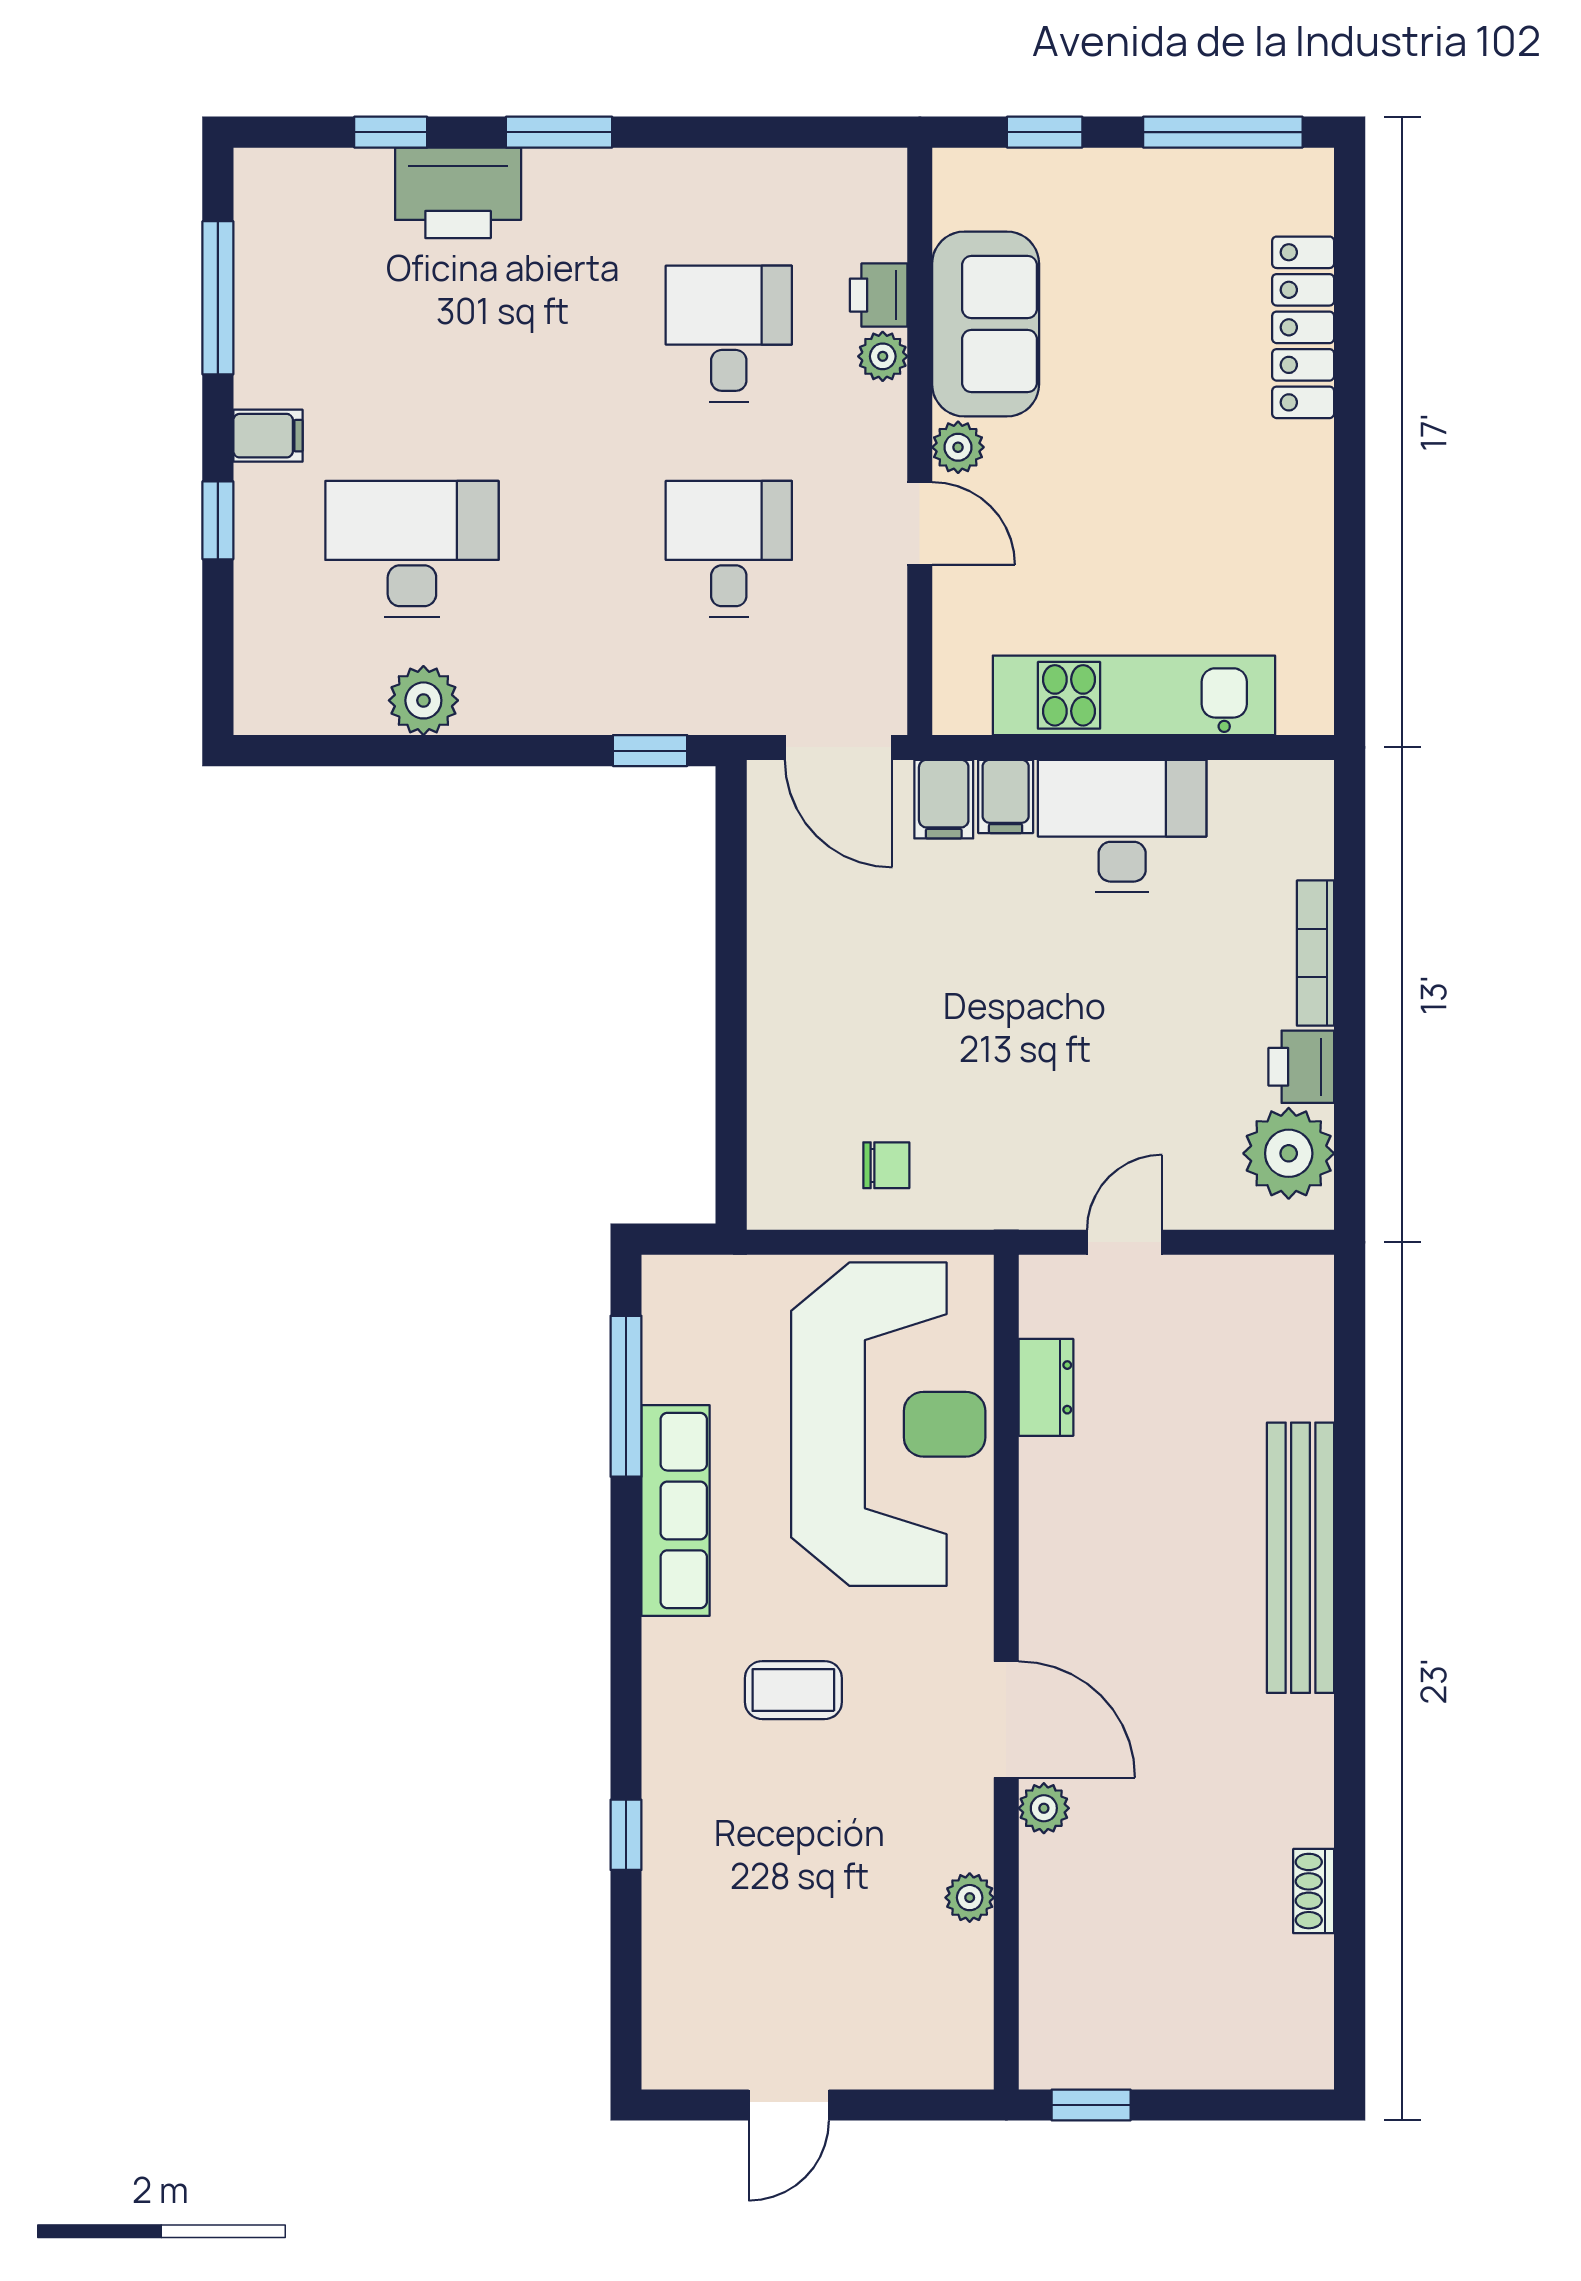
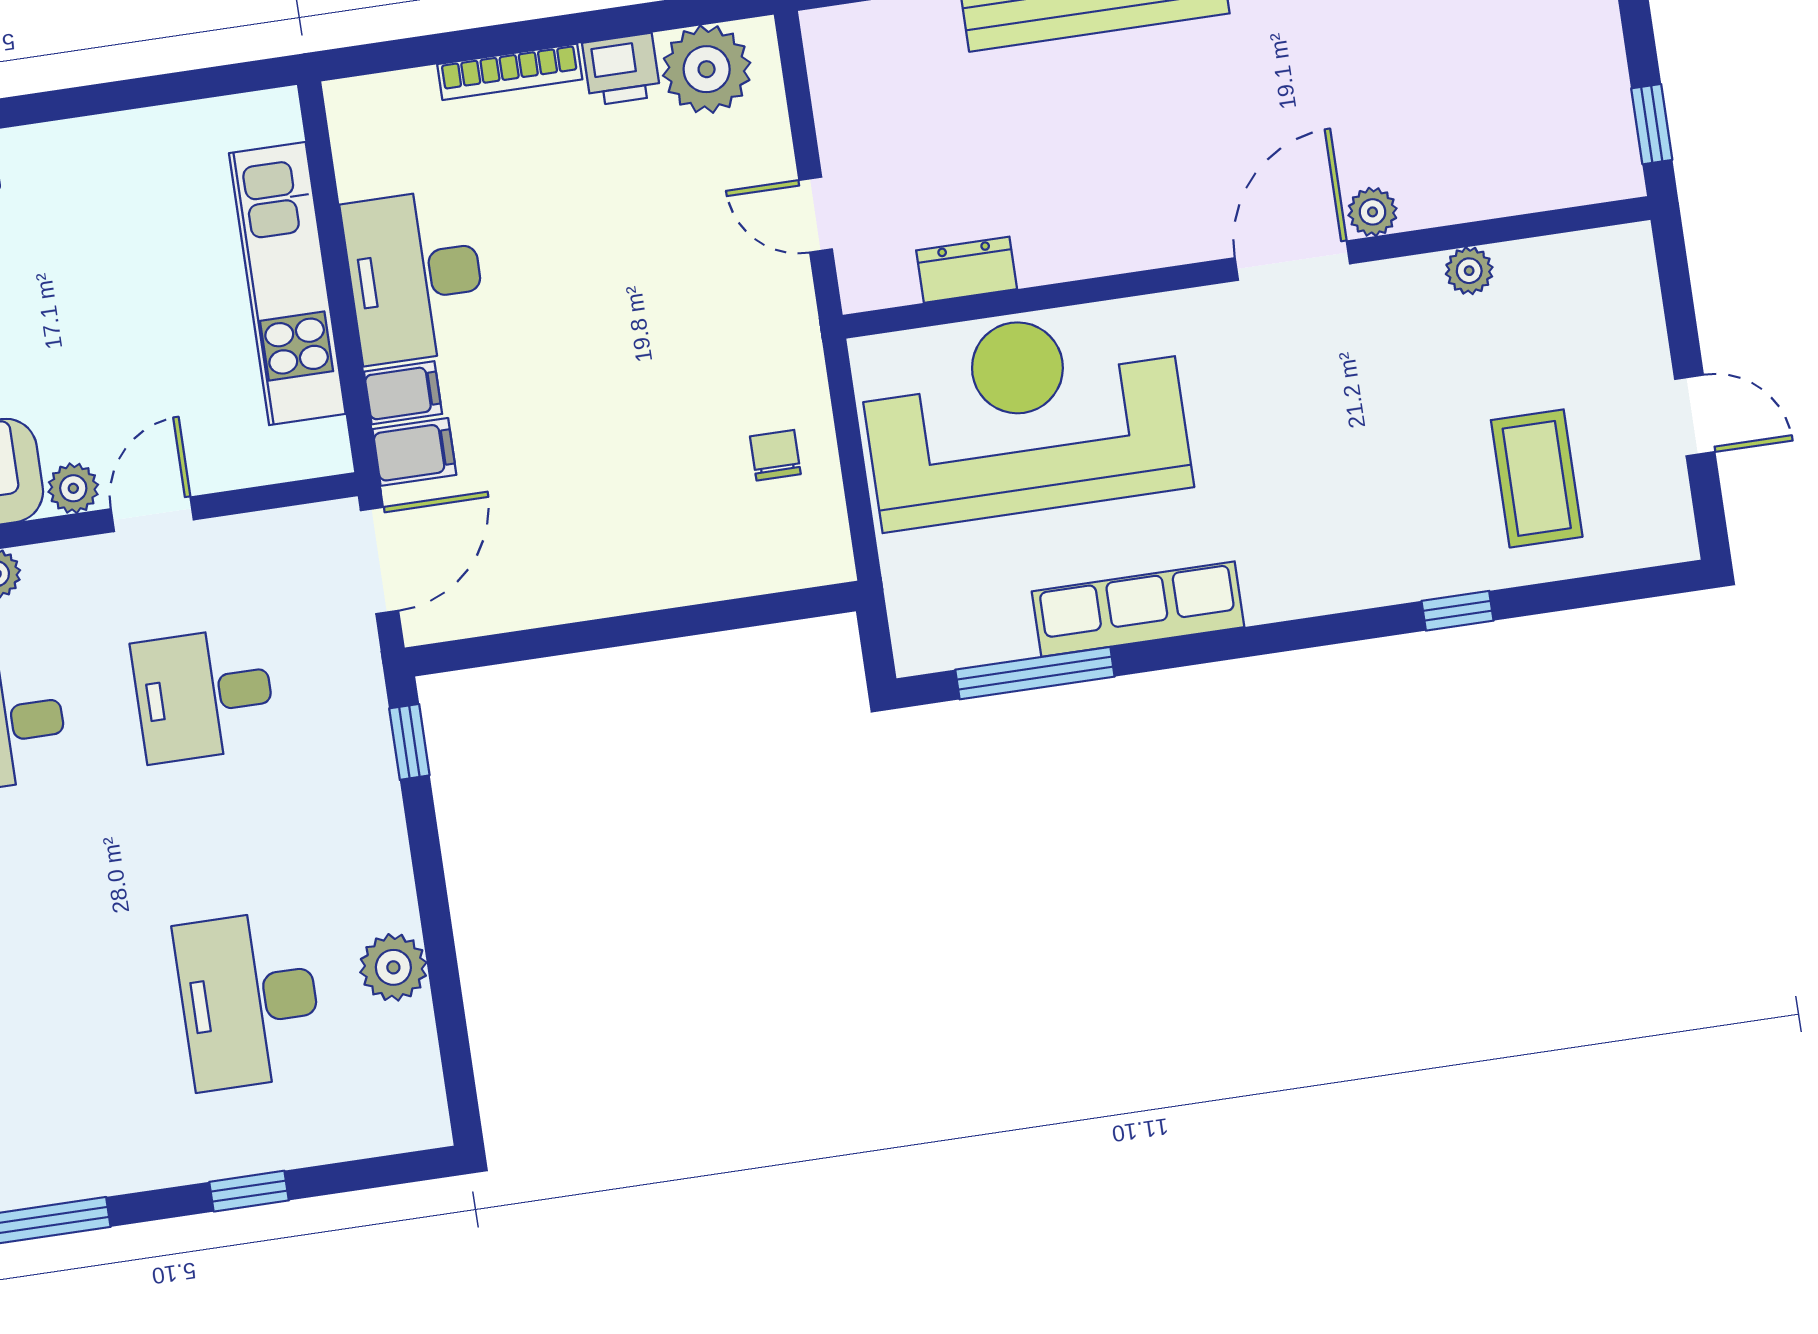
filing cabinet: (268, 436) -> (160, 1155), removed
coffee table: (793, 1690) -> (1537, 478), moved, width x1.36, depth x1.30

